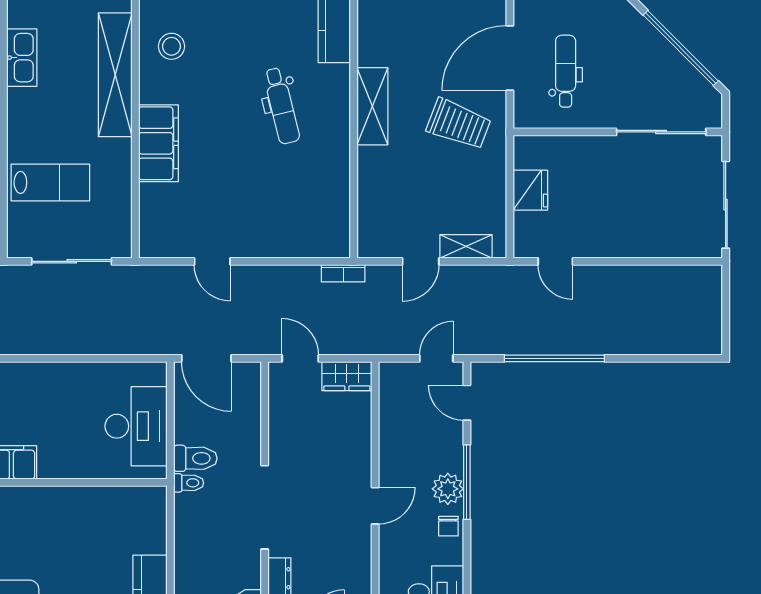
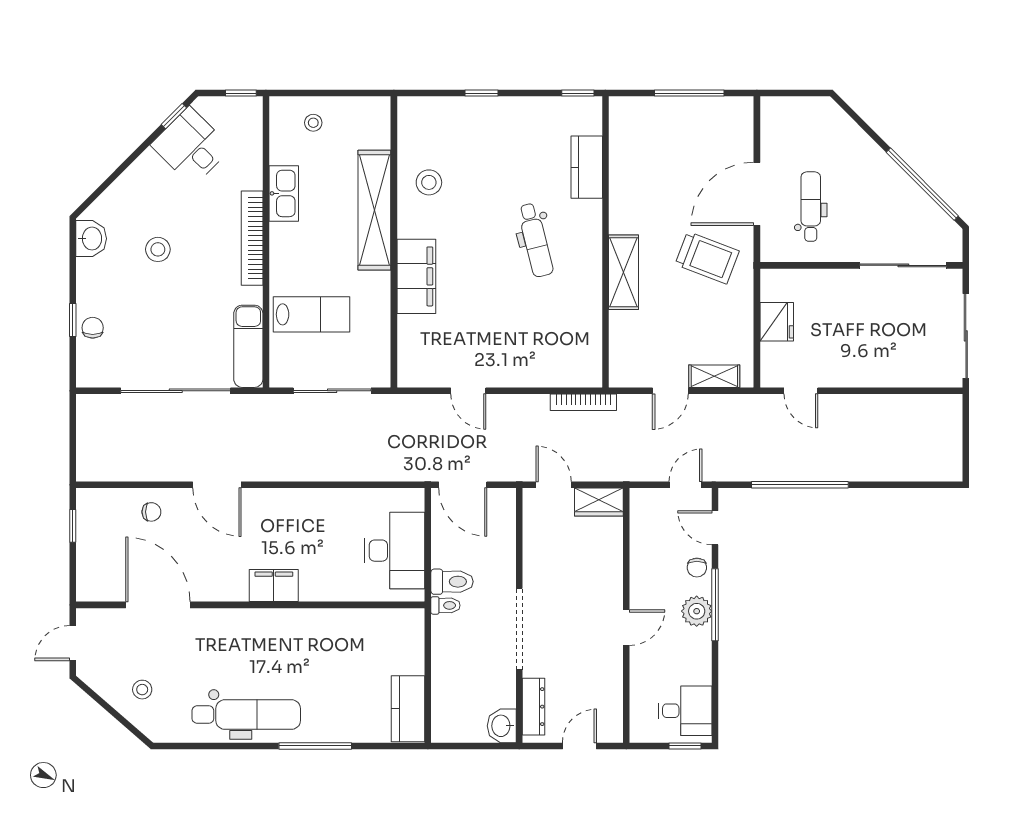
shelving: (372, 106) -> (624, 272), moved
bookcase: (343, 273) -> (583, 402), width x1.56
chair: (448, 526) -> (697, 568), moved

